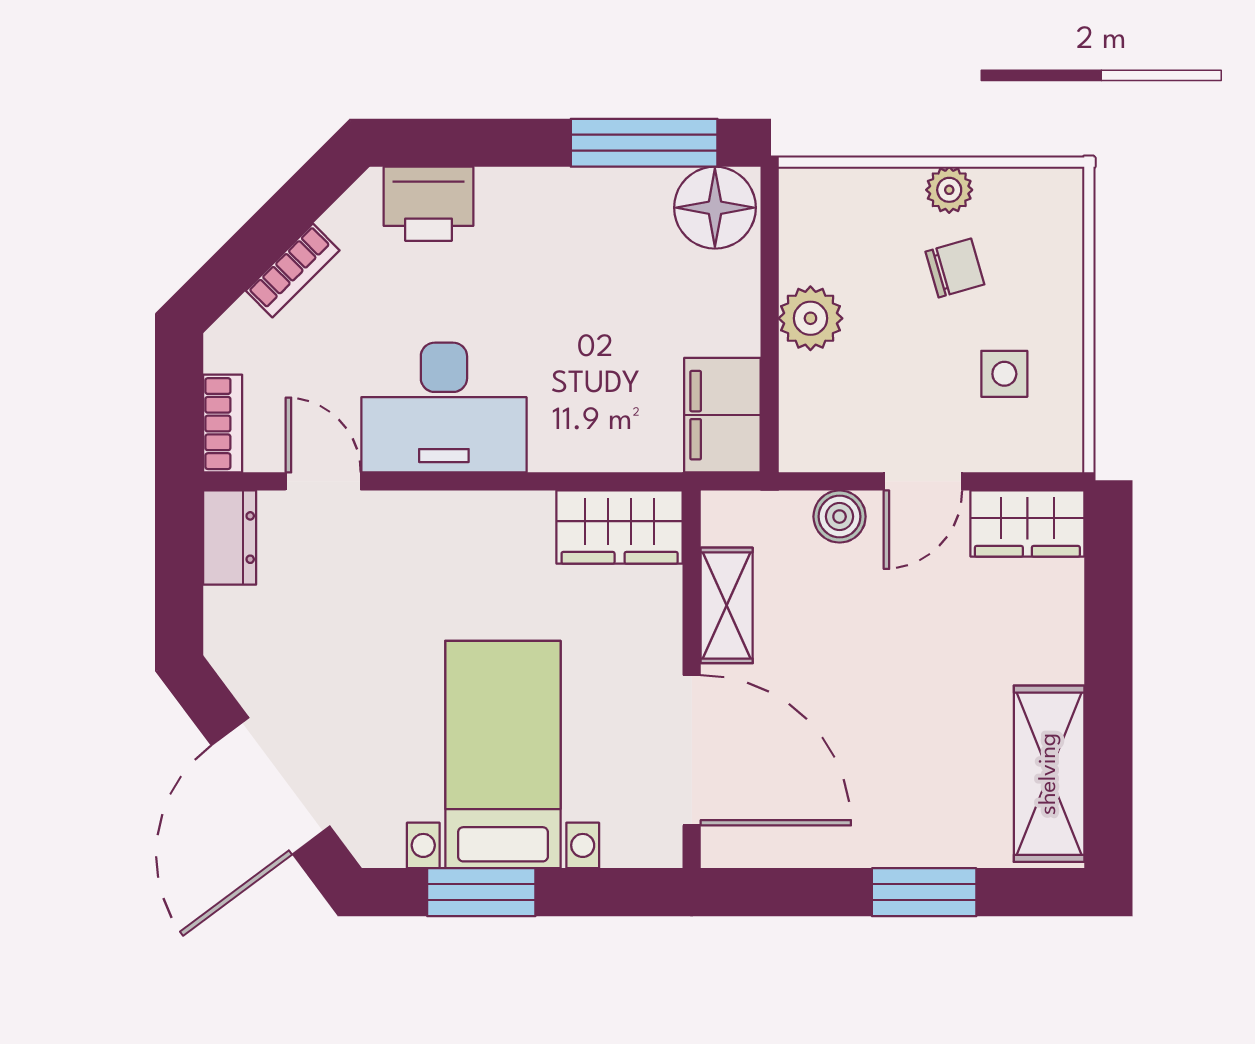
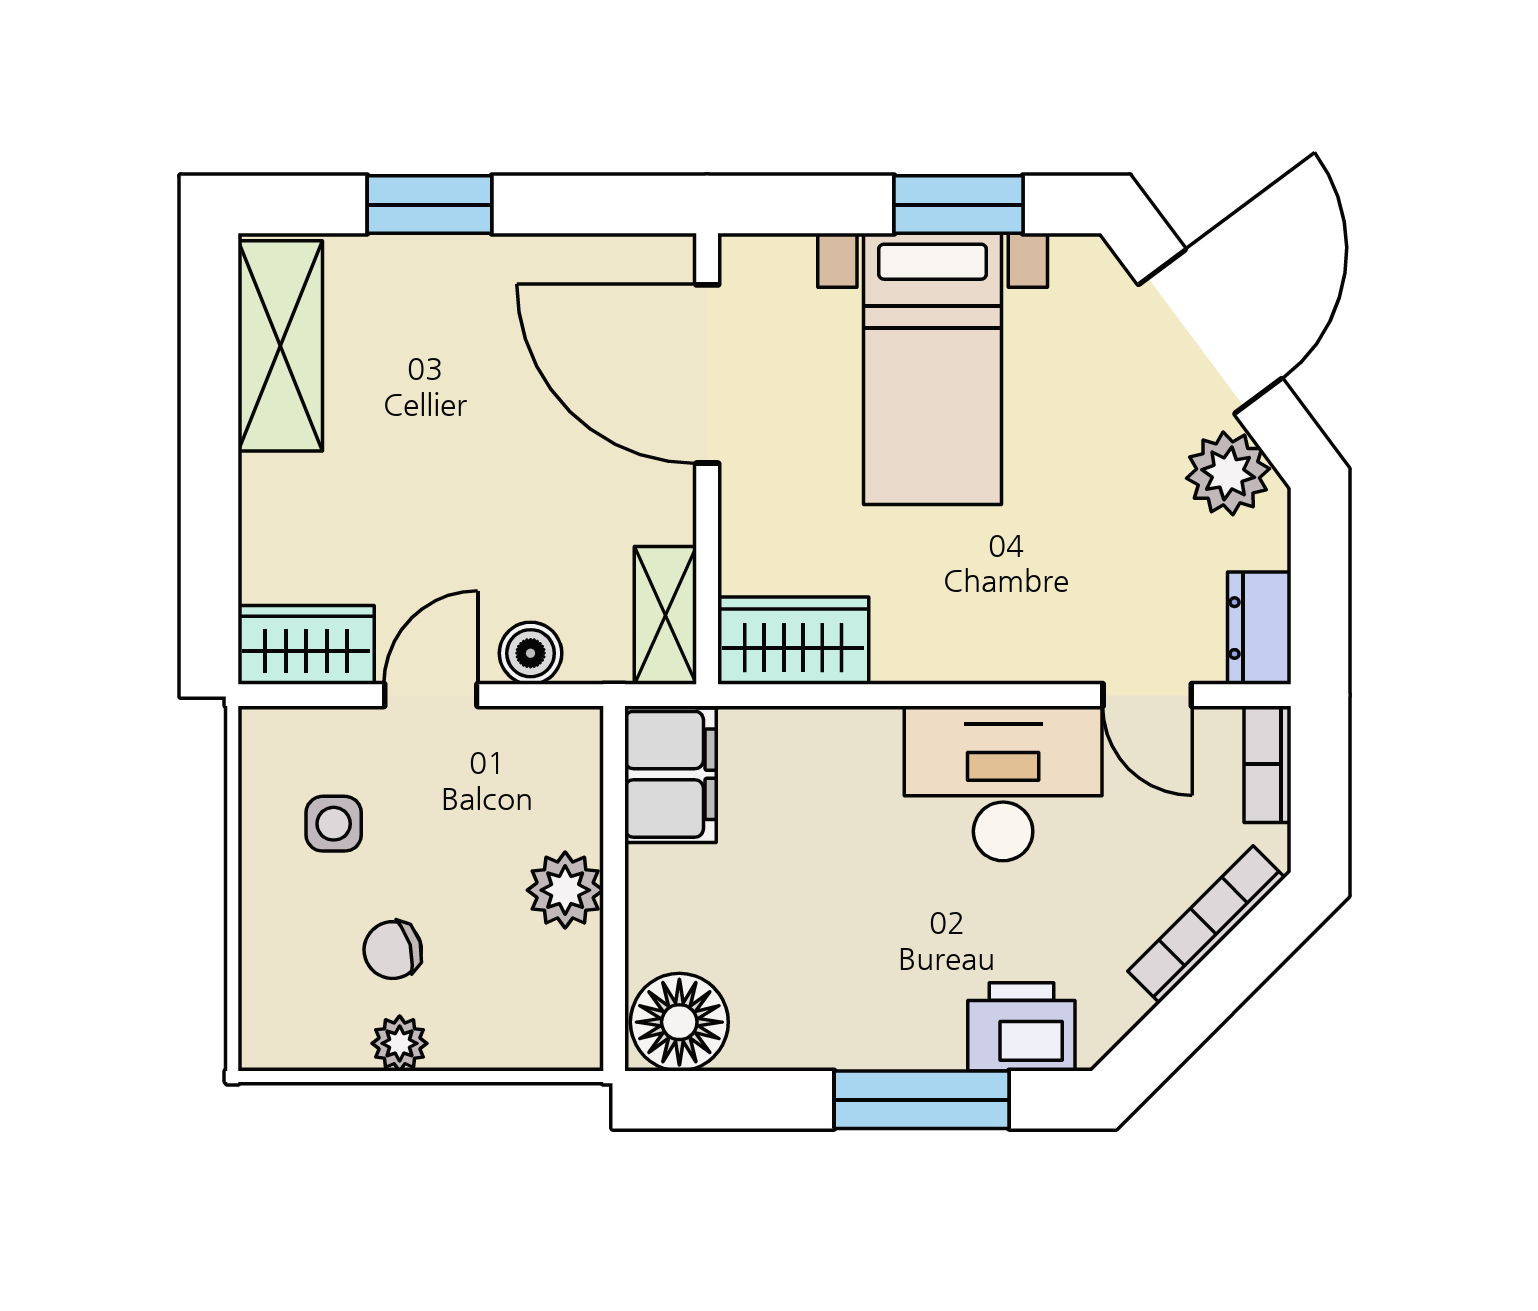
window: (644, 143) -> (922, 1100), moved
bookcase: (293, 270) -> (1206, 925), width x1.56
shelving: (727, 605) -> (665, 615), moved
plant: (256, 667) -> (1228, 473), added

